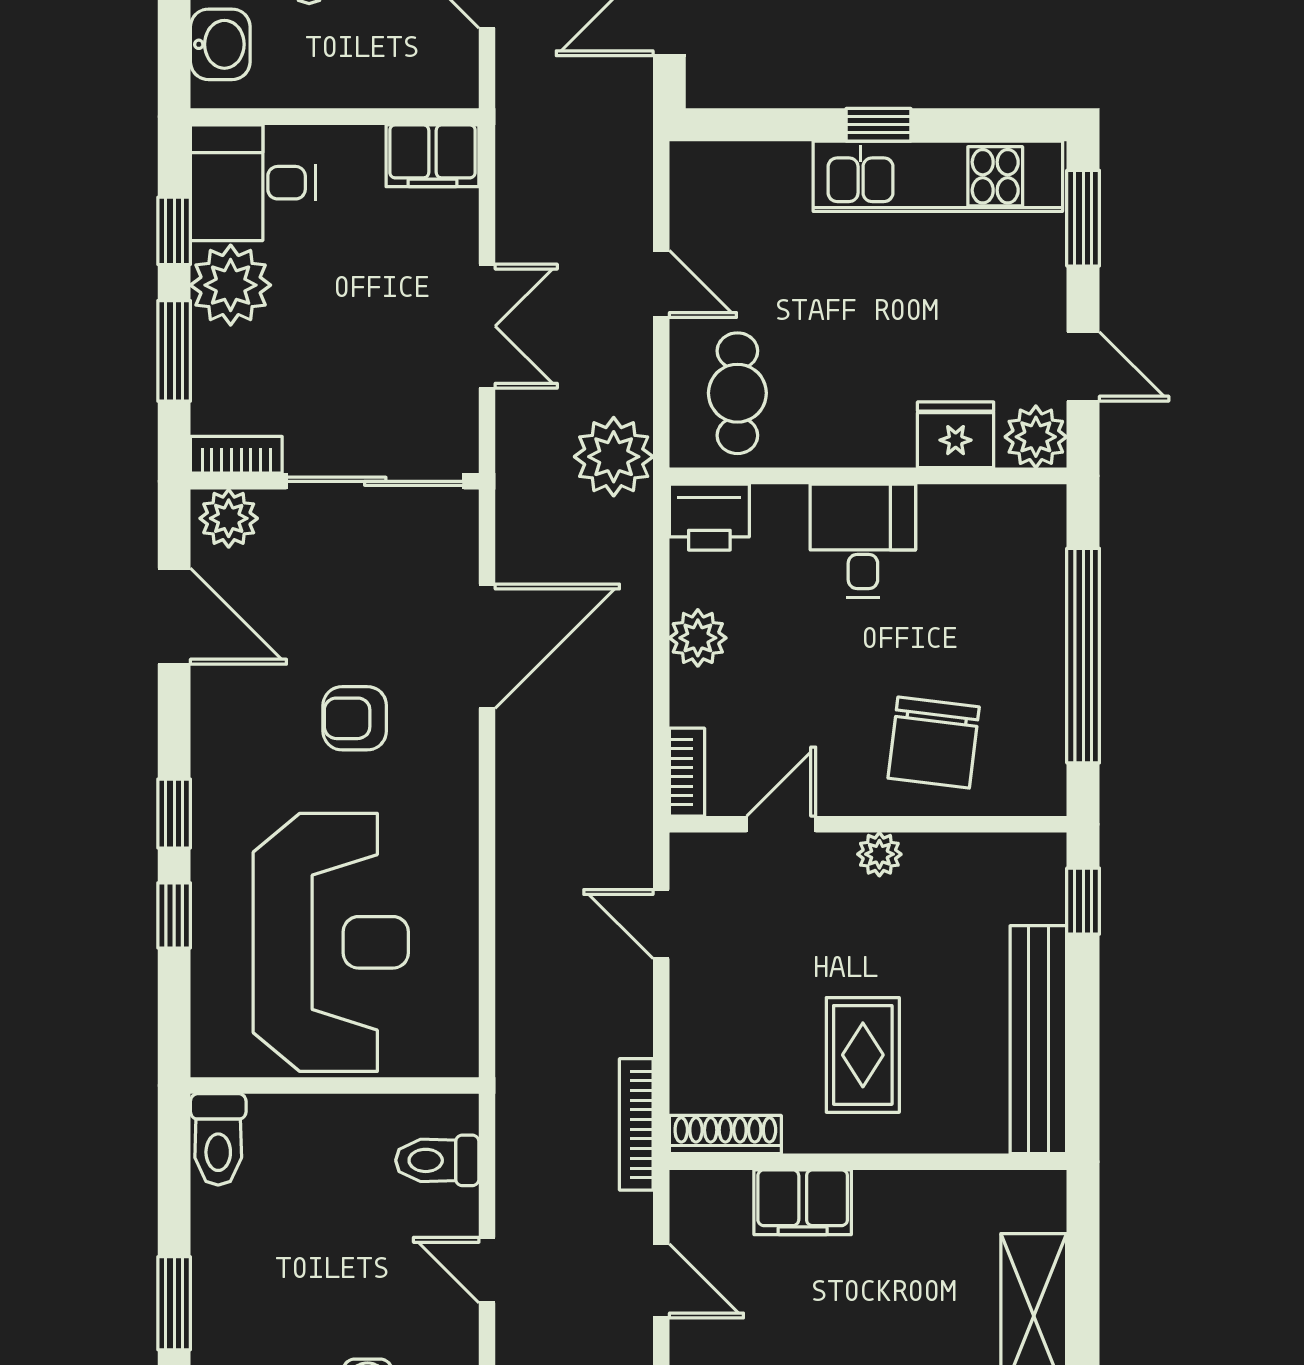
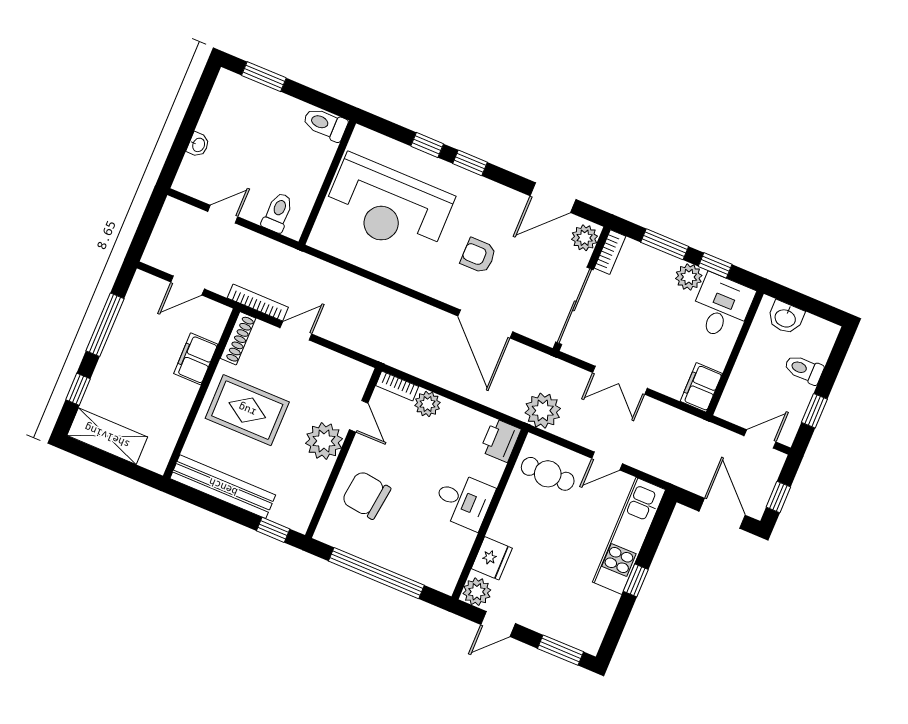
kitchen unit: (938, 176) -> (629, 536), moved
plant: (231, 285) -> (689, 277), width x0.73, depth x0.73
plant: (698, 638) -> (427, 404), moved
armchair: (355, 718) -> (478, 256), turned -90
plant: (879, 854) -> (324, 441), width x1.88, depth x1.88
door: (661, 924) -> (296, 331), moved
rug: (863, 1055) -> (247, 410), width x1.36, depth x1.43

